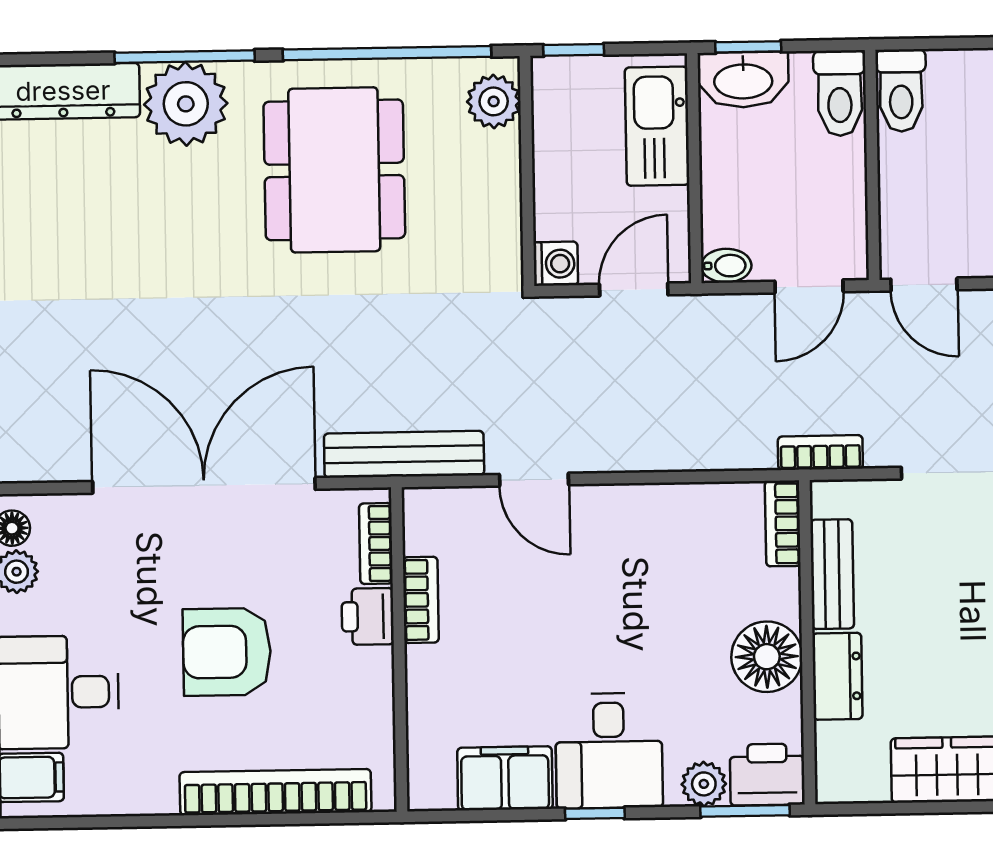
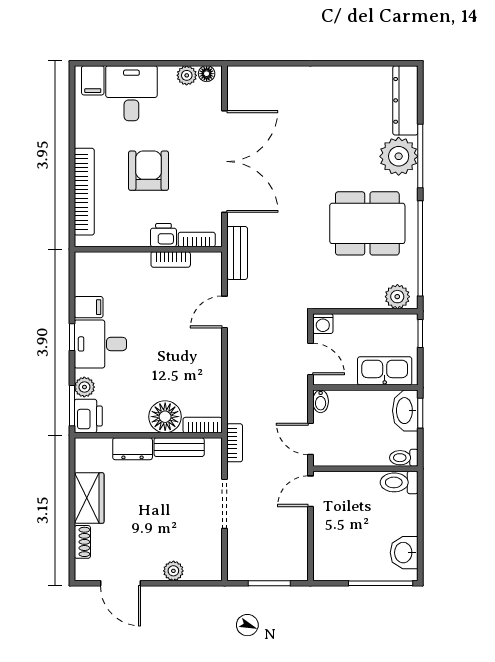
toilet: (840, 93) -> (404, 458), width x0.73, depth x0.72
bench: (404, 454) -> (237, 253), width x0.73
floor lamp: (767, 657) -> (165, 417), moved
filing cabinet: (505, 778) -> (89, 307), width x0.50

